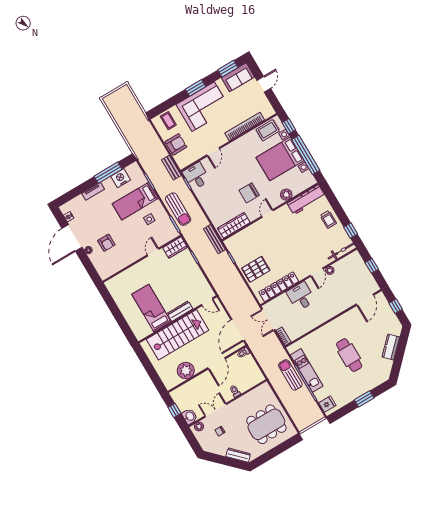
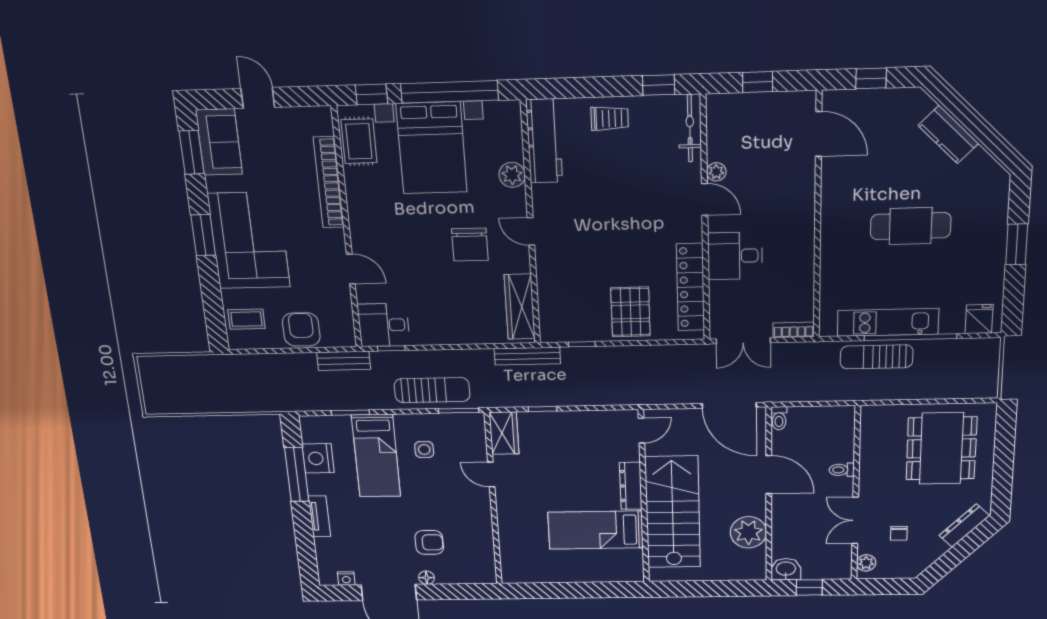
washbasin: (190, 416) -> (786, 569), moved

